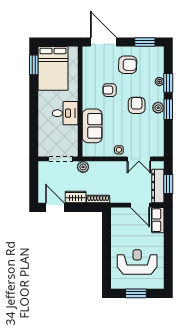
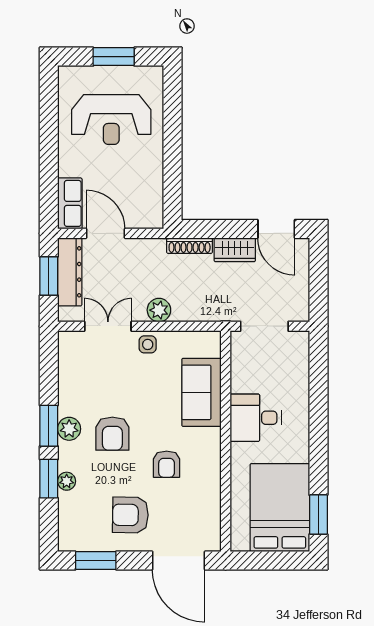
armchair: (110, 90) -> (167, 464), turned 90
plant: (83, 167) -> (159, 310), moved

